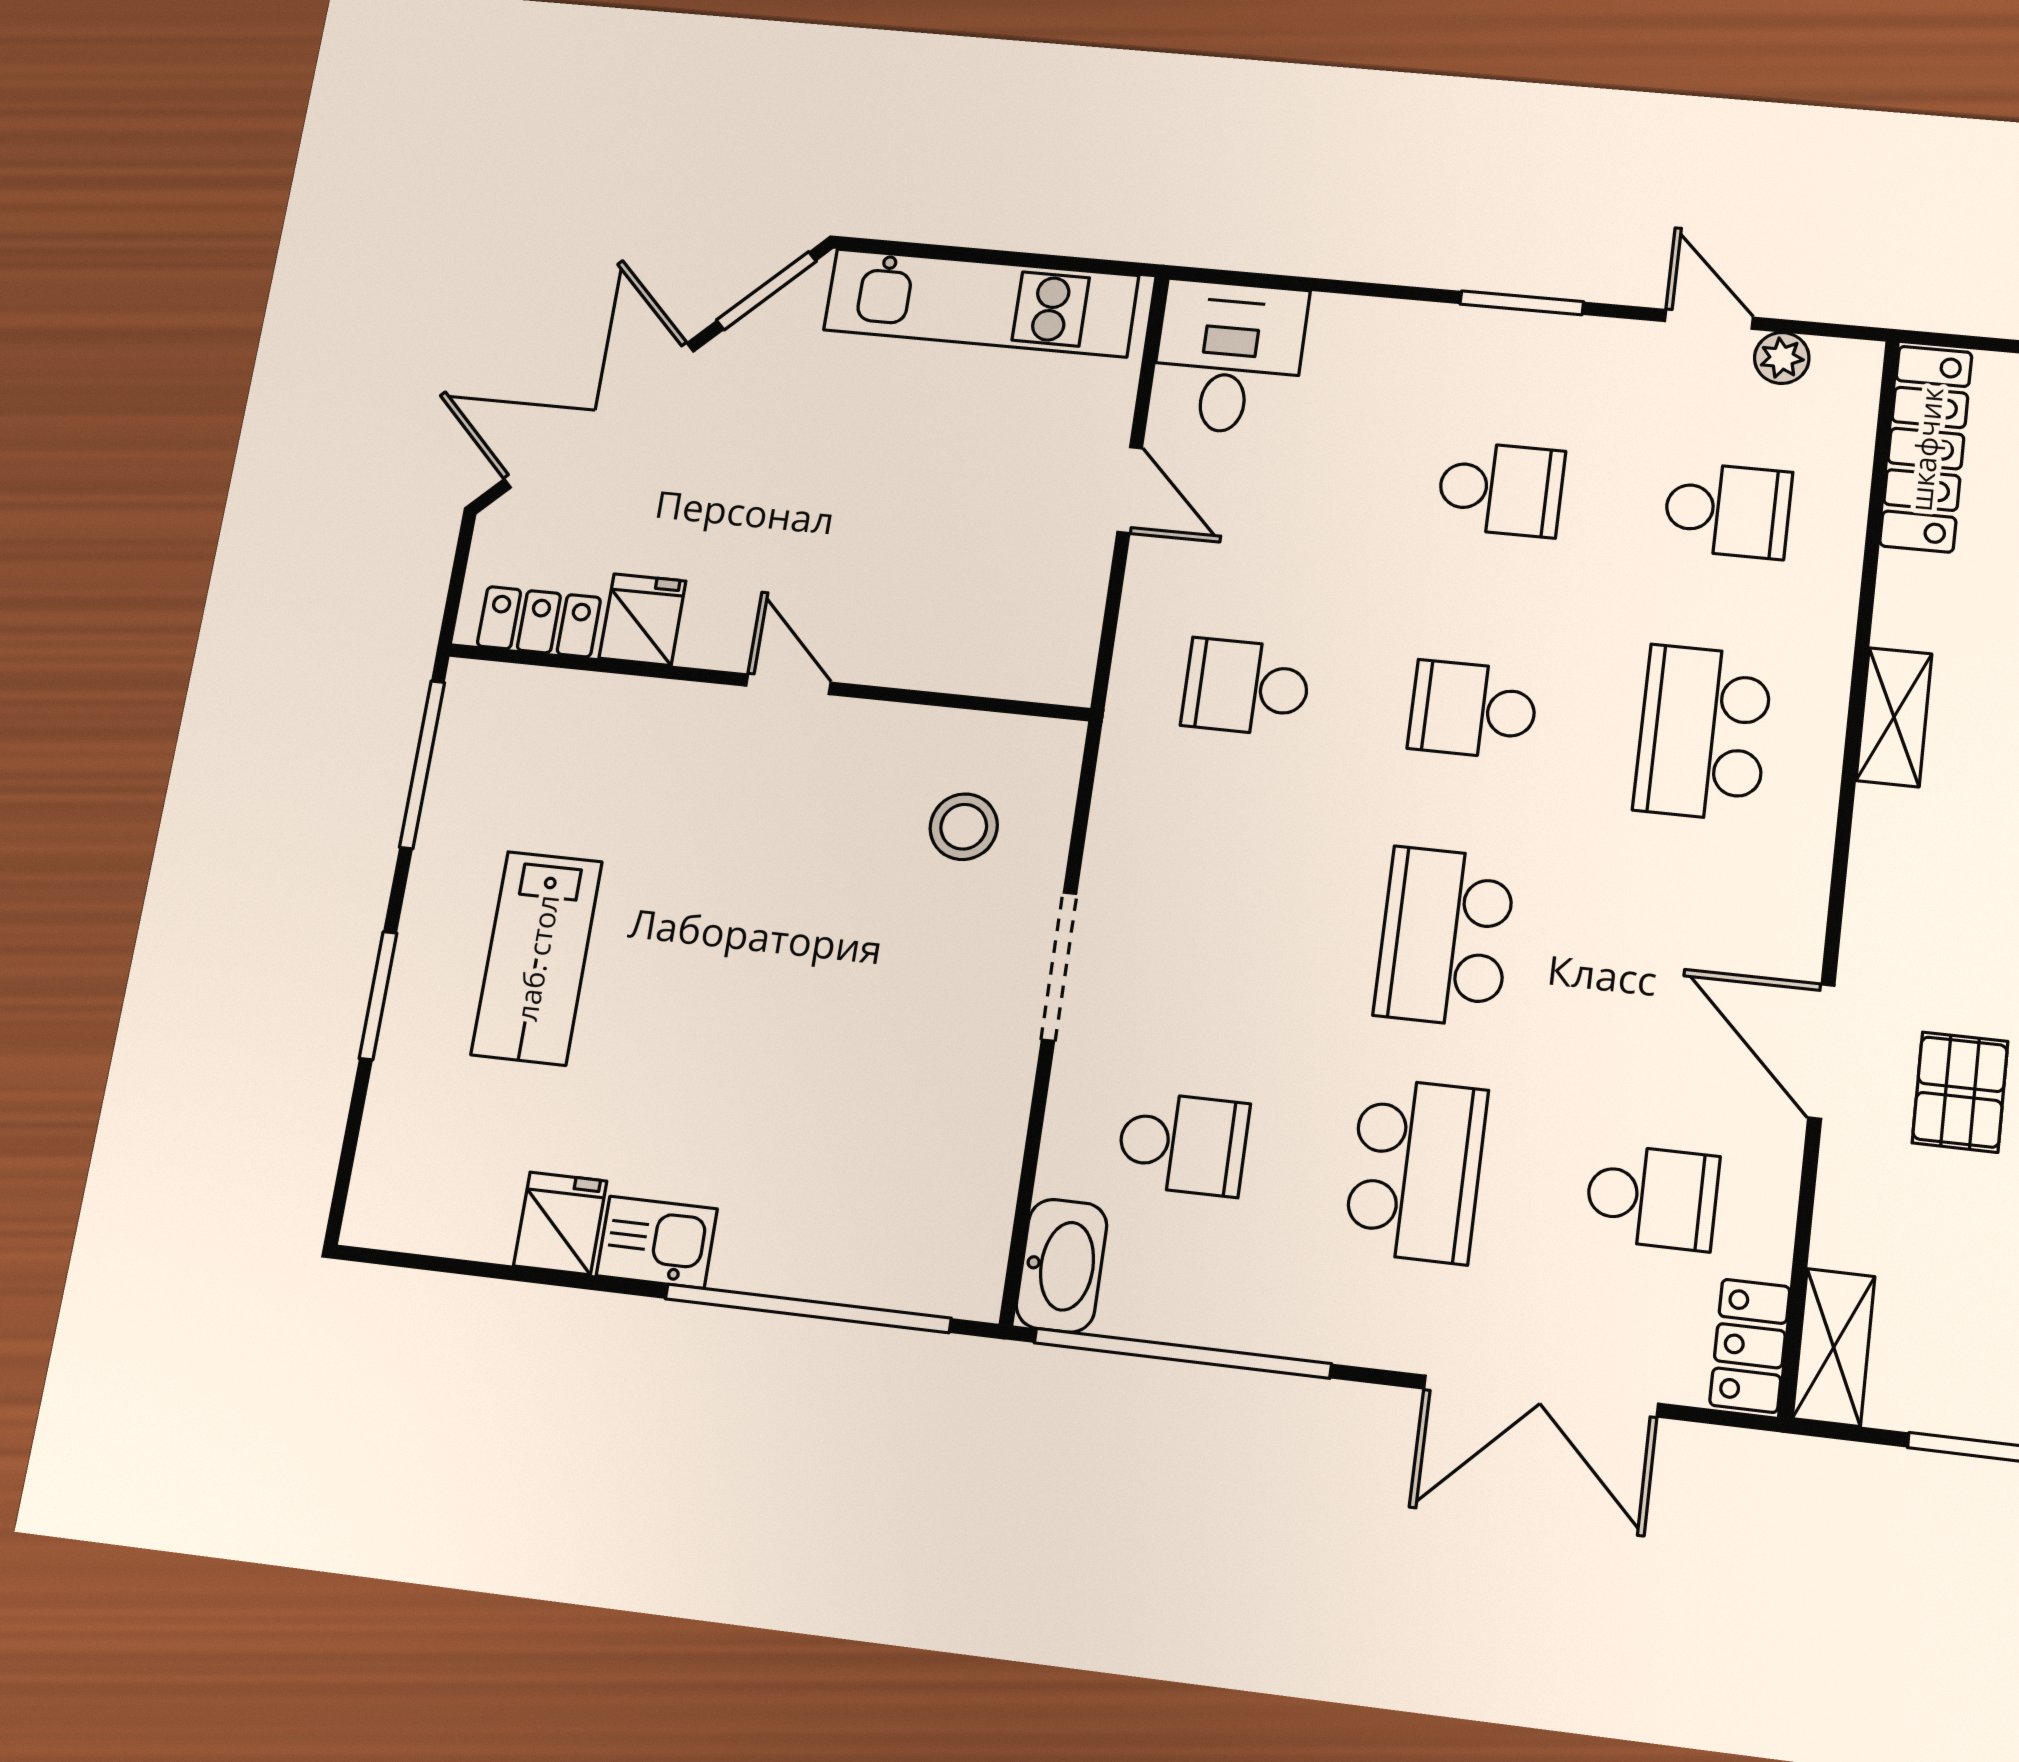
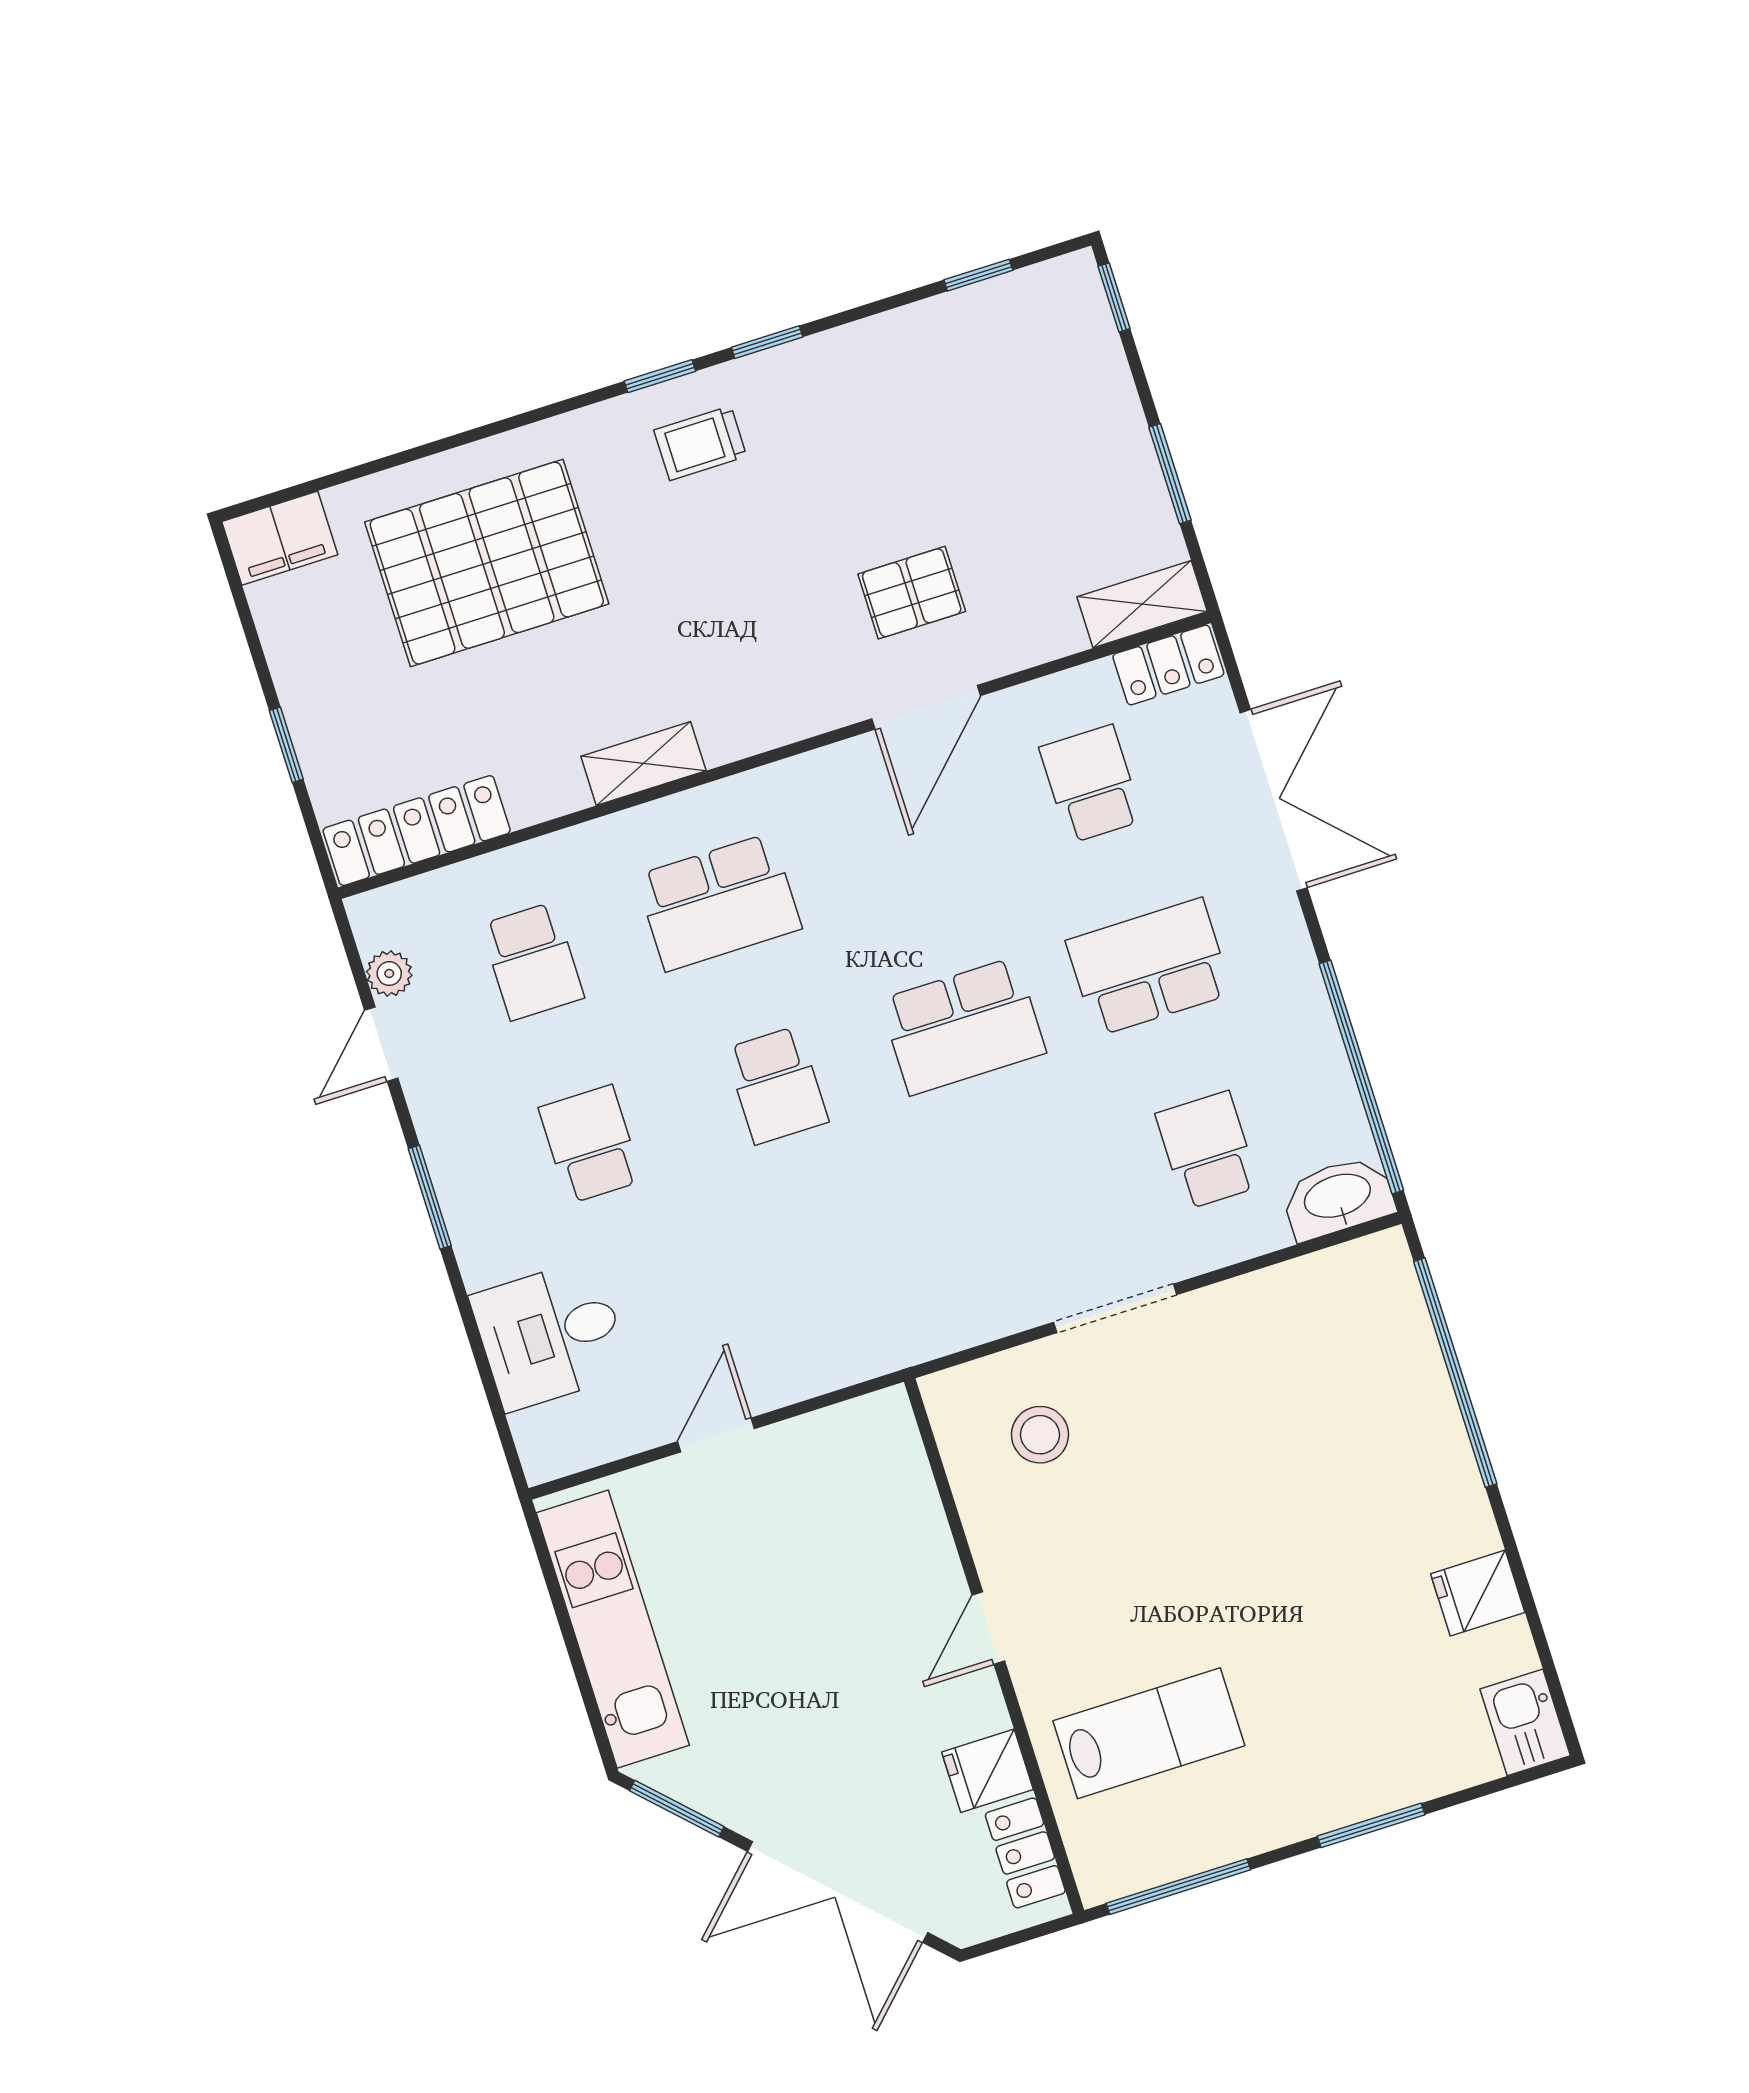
desk: (1229, 357) -> (550, 1335), moved
school desk: (1728, 510) -> (532, 961), turned 180
school desk: (1246, 687) -> (835, 1268), removed
lab bench: (537, 958) -> (1149, 1733), moved
kitchen sink: (657, 1242) -> (1525, 1722), moved

